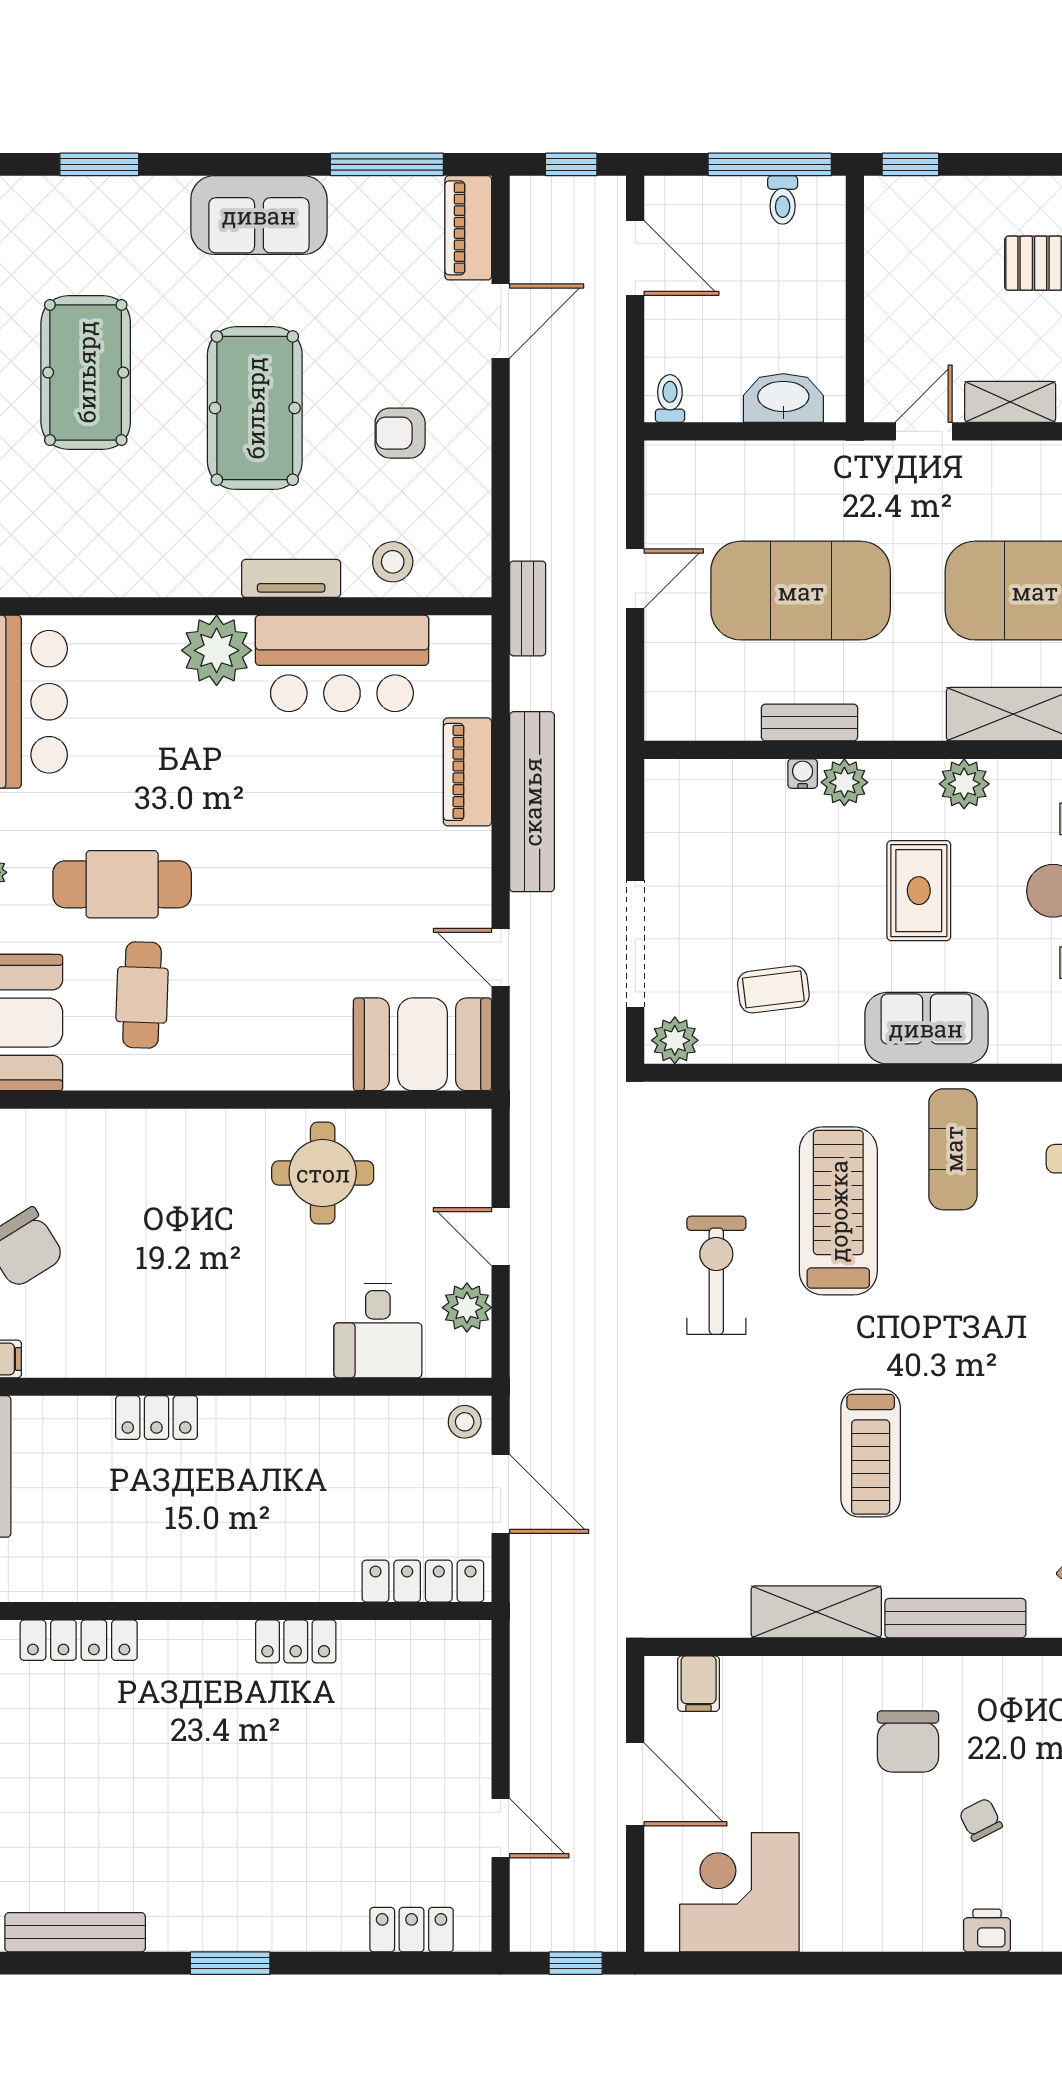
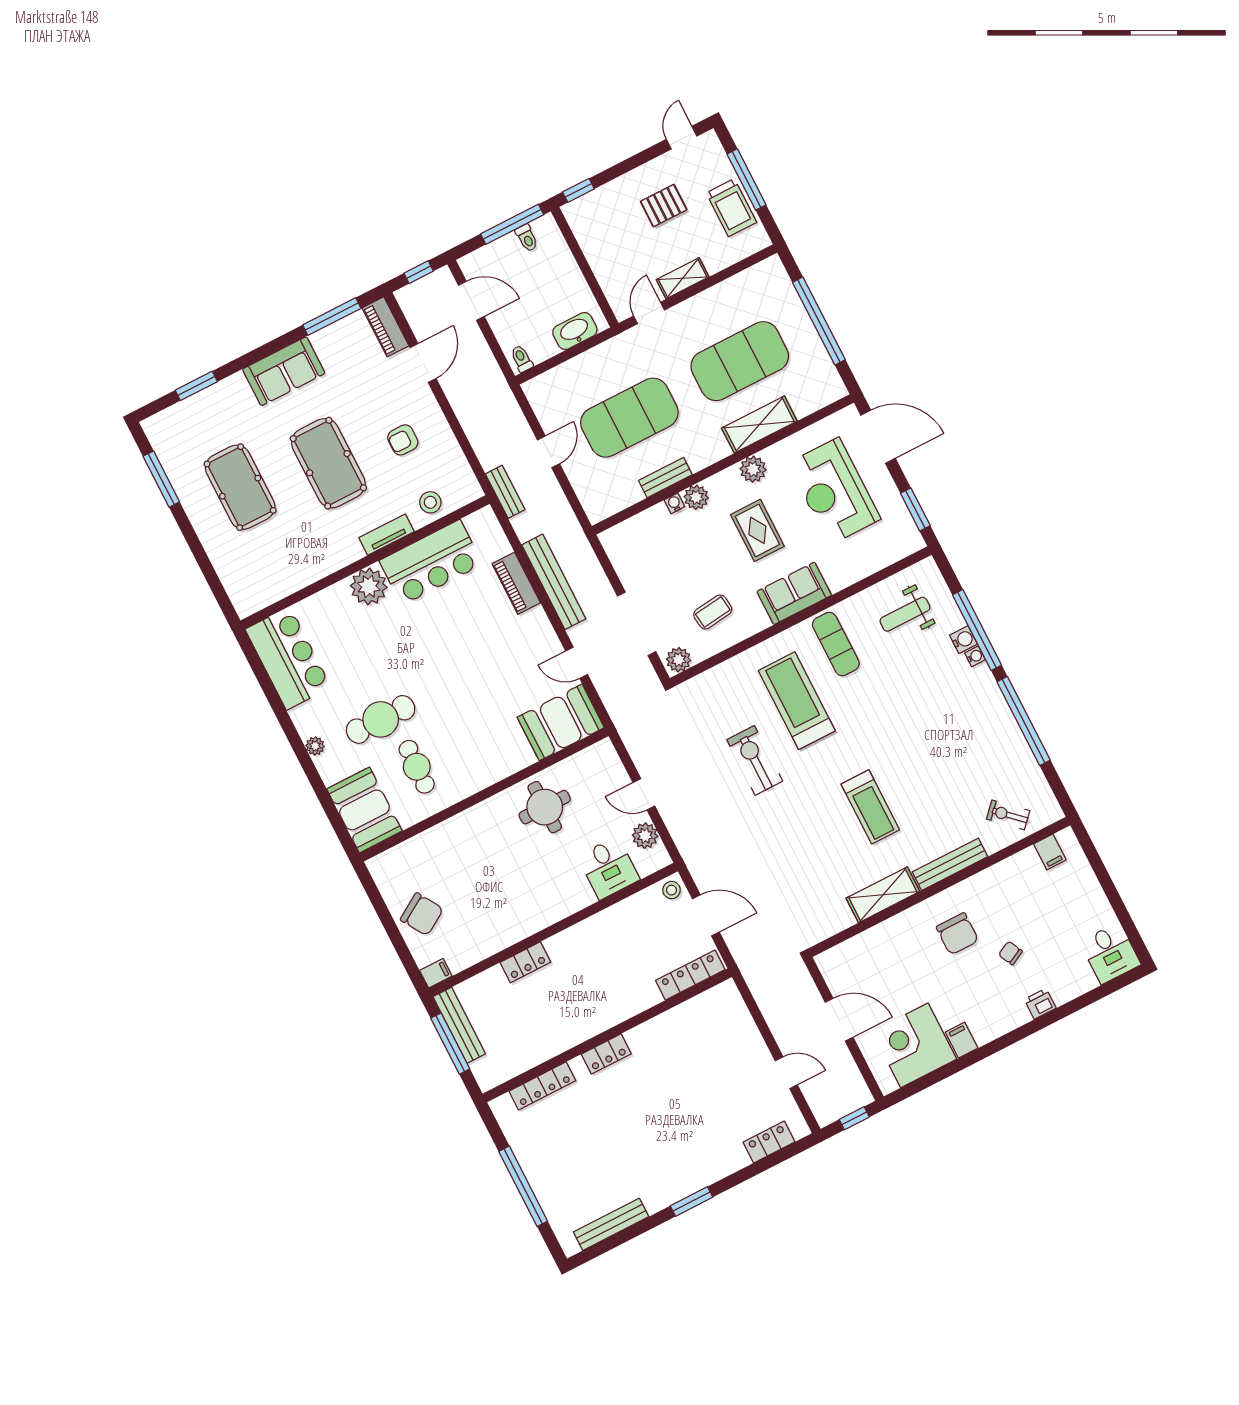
locker: (296, 1641) -> (606, 1054), moved
filing cabinet: (699, 1684) -> (962, 1040), moved, turned 180

